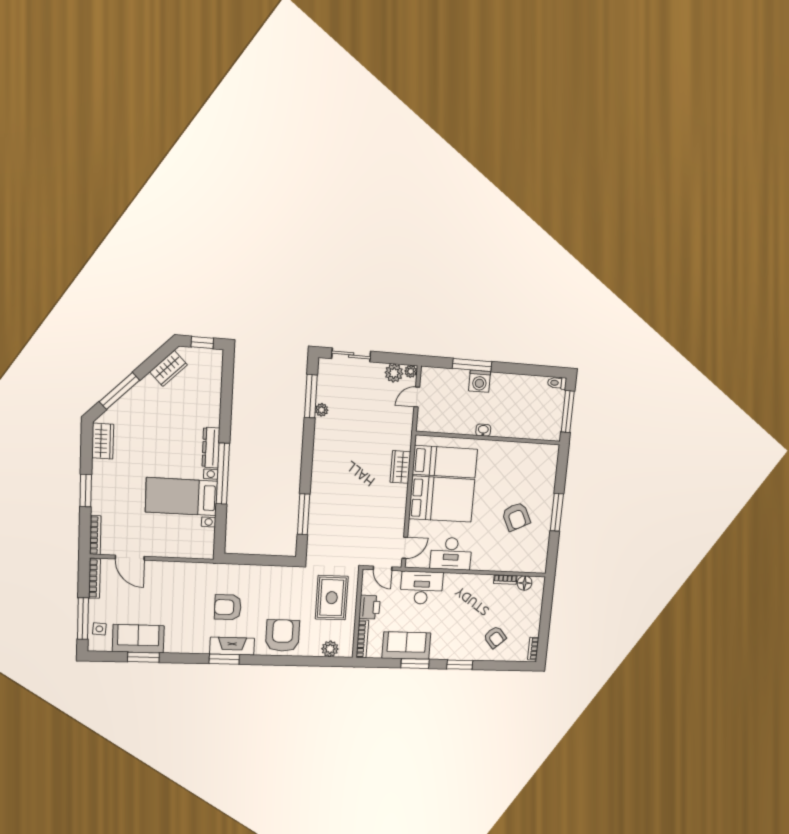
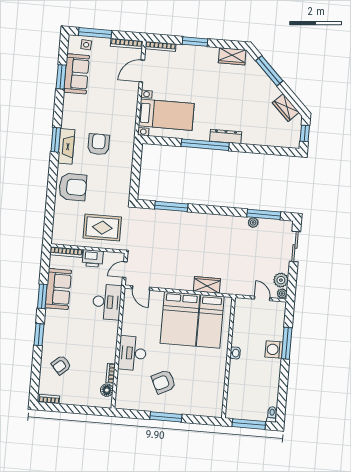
bed with nightstands: (182, 497) -> (166, 115), moved, turned 90
desk: (451, 554) -> (132, 353), moved
plant: (330, 649) -> (59, 225), removed

